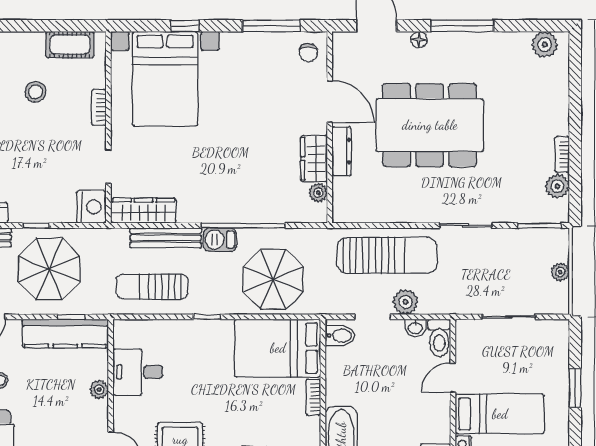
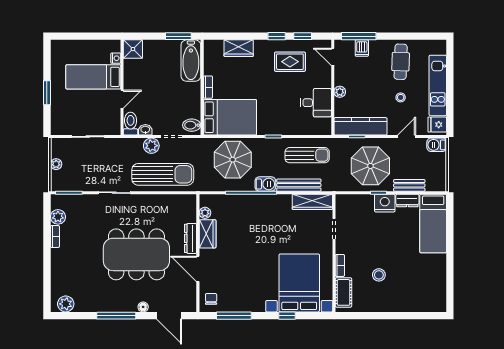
cot: (70, 45) -> (344, 292), moved, turned 90
nightstand: (91, 207) -> (385, 203), moved, turned 90
sun lounger: (387, 255) -> (163, 174), turned 180

